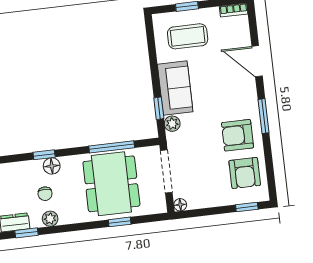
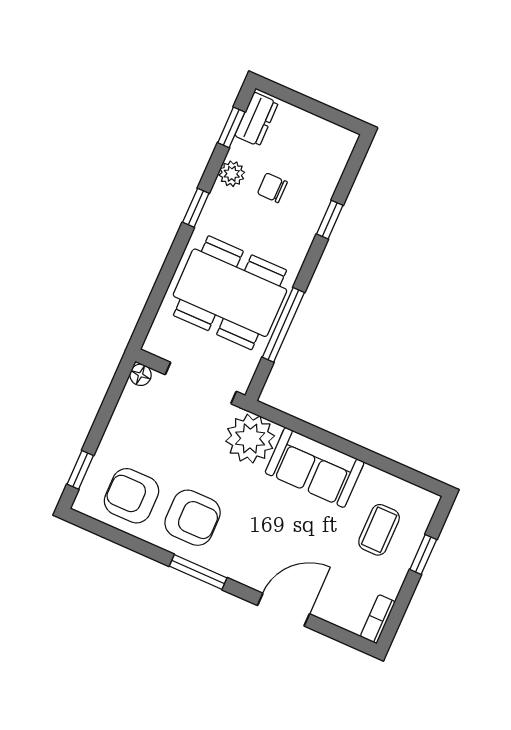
coffee table: (188, 36) -> (379, 530), width x0.73, depth x0.77
window: (159, 108) -> (299, 426), removed
plant: (172, 124) -> (250, 439), width x1.88, depth x1.88
armchair: (237, 135) -> (193, 518), turned 90
floor lamp: (52, 166) -> (307, 221), removed
window: (120, 222) -> (196, 208), moved

